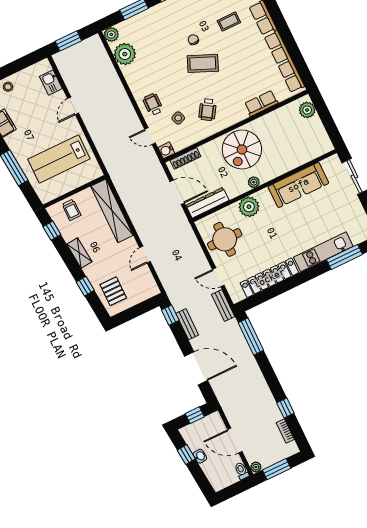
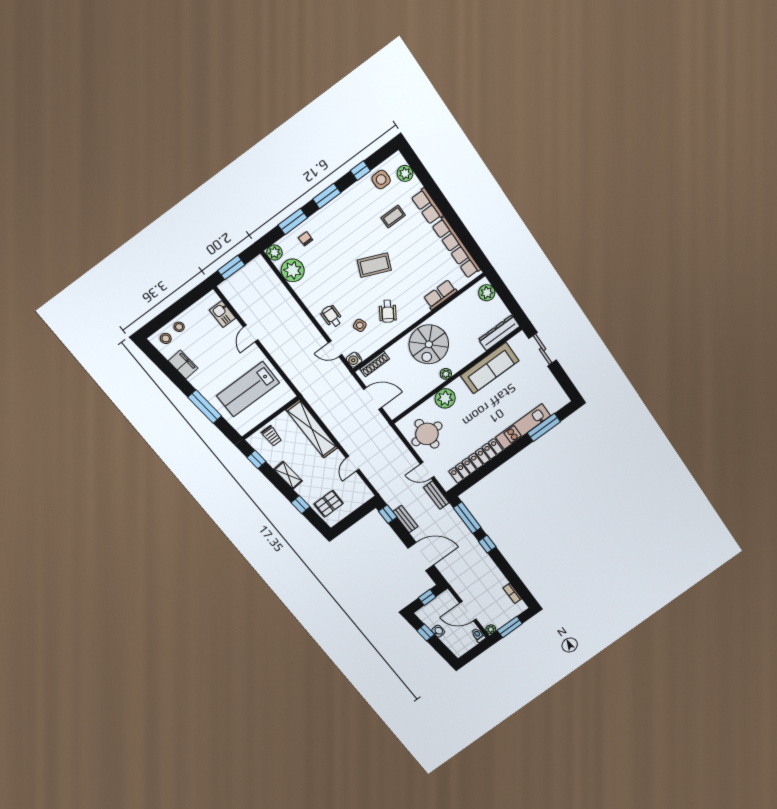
chair: (193, 40) -> (306, 239), moved
dresser: (207, 203) -> (499, 333), moved
pallet: (113, 291) -> (329, 504), turned 90
window: (285, 408) -> (487, 544), moved

